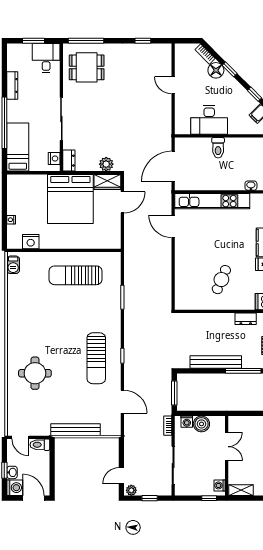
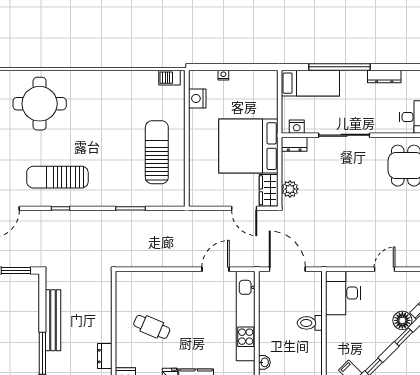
desk: (209, 120) -> (343, 293), moved
round table: (35, 373) -> (40, 104), width x1.36, depth x1.36

